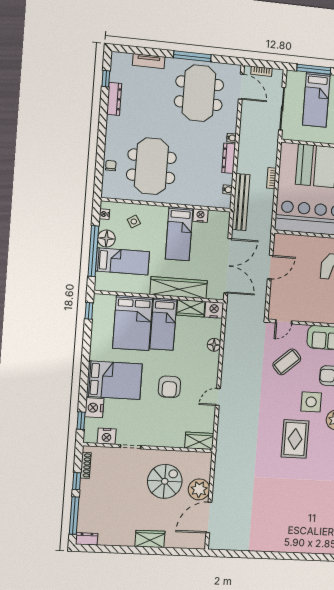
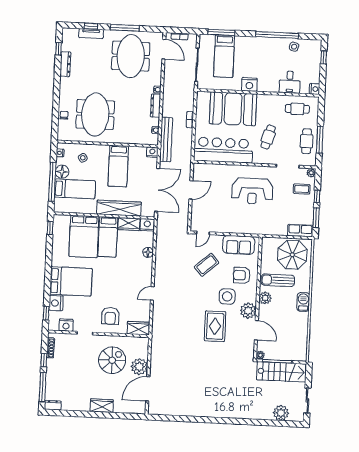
window: (149, 52) -> (91, 26), added
nightstand: (201, 216) -> (152, 152), moved
armchair: (169, 387) -> (110, 316), moved

